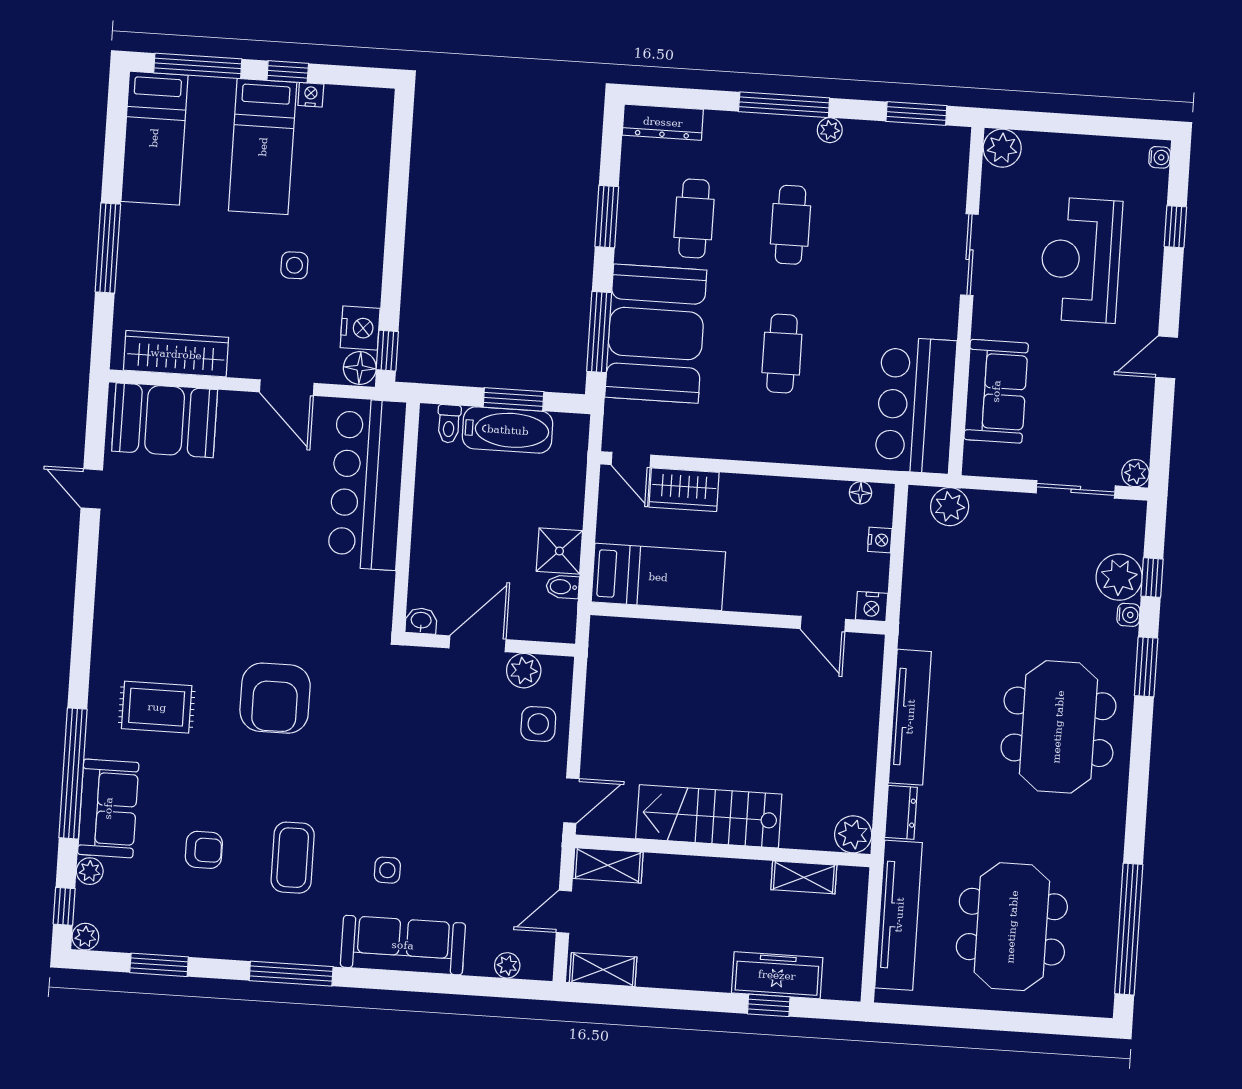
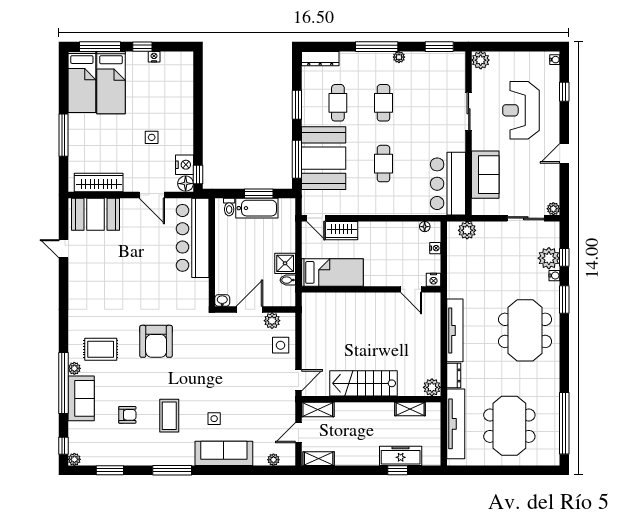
bed: (263, 147) -> (111, 83), moved
plant: (90, 871) -> (74, 368), moved

